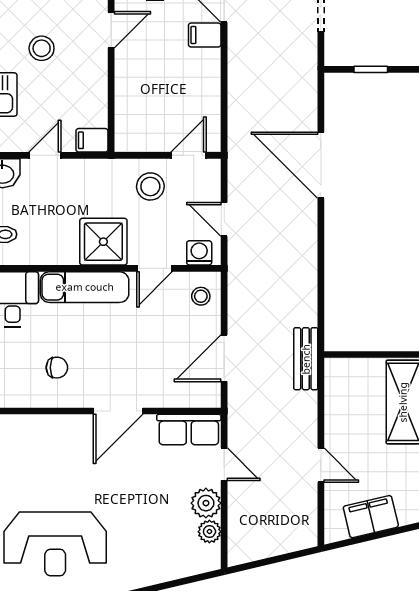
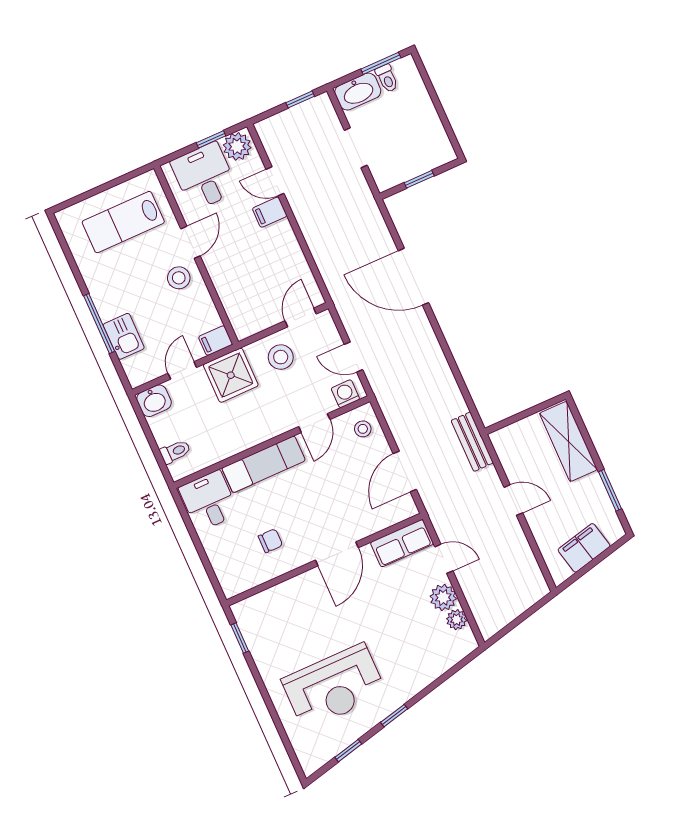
stool: (42, 48) -> (179, 278), moved
shower: (103, 242) -> (231, 375), moved
door: (321, 465) -> (513, 500), moved

